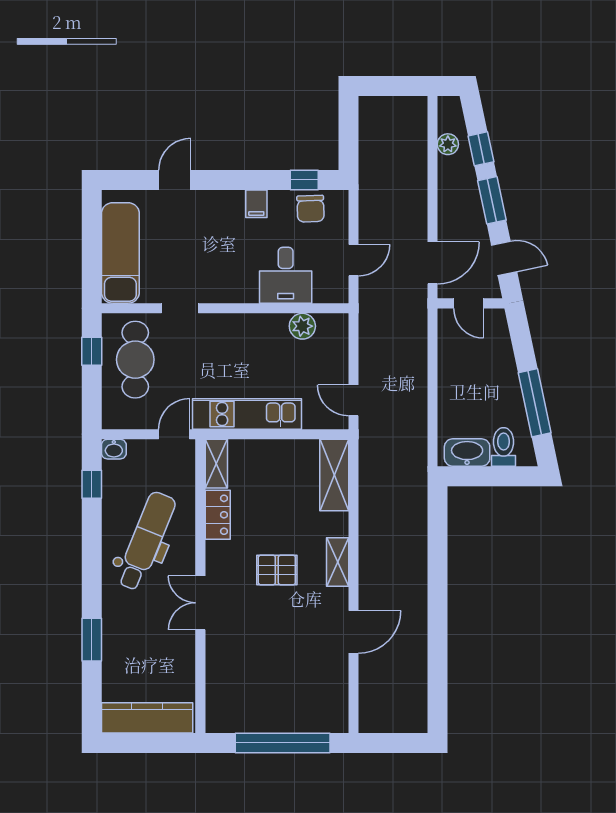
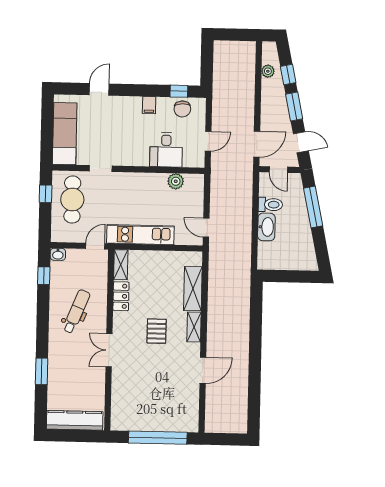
window: (535, 403) -> (313, 207), moved
toilet: (504, 447) -> (270, 205), moved, turned 90
washbasin: (467, 453) -> (266, 227), moved, turned 90
shelving: (334, 475) -> (193, 289), moved
dental chair: (146, 541) -> (76, 311), width x0.73, depth x0.72
pallet: (277, 570) -> (157, 331), turned 90

